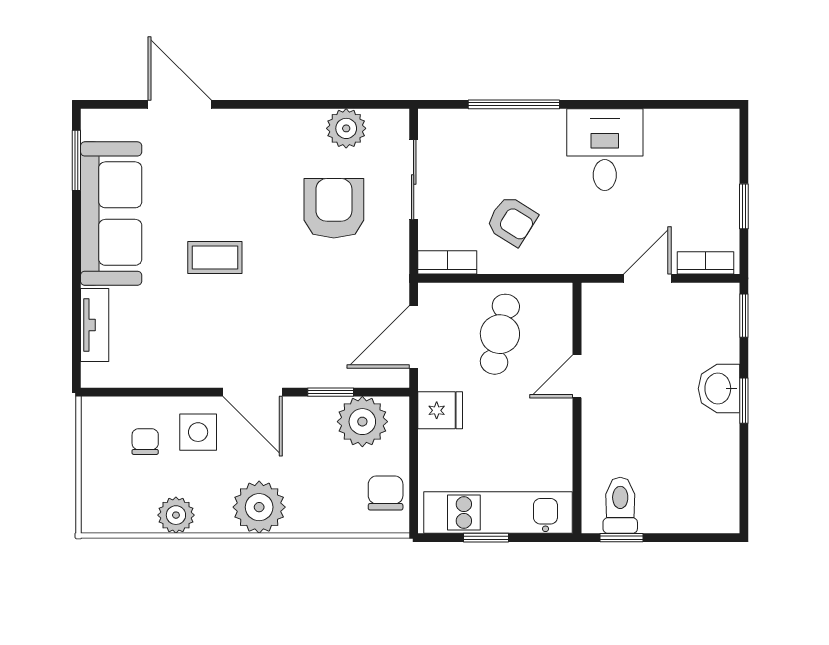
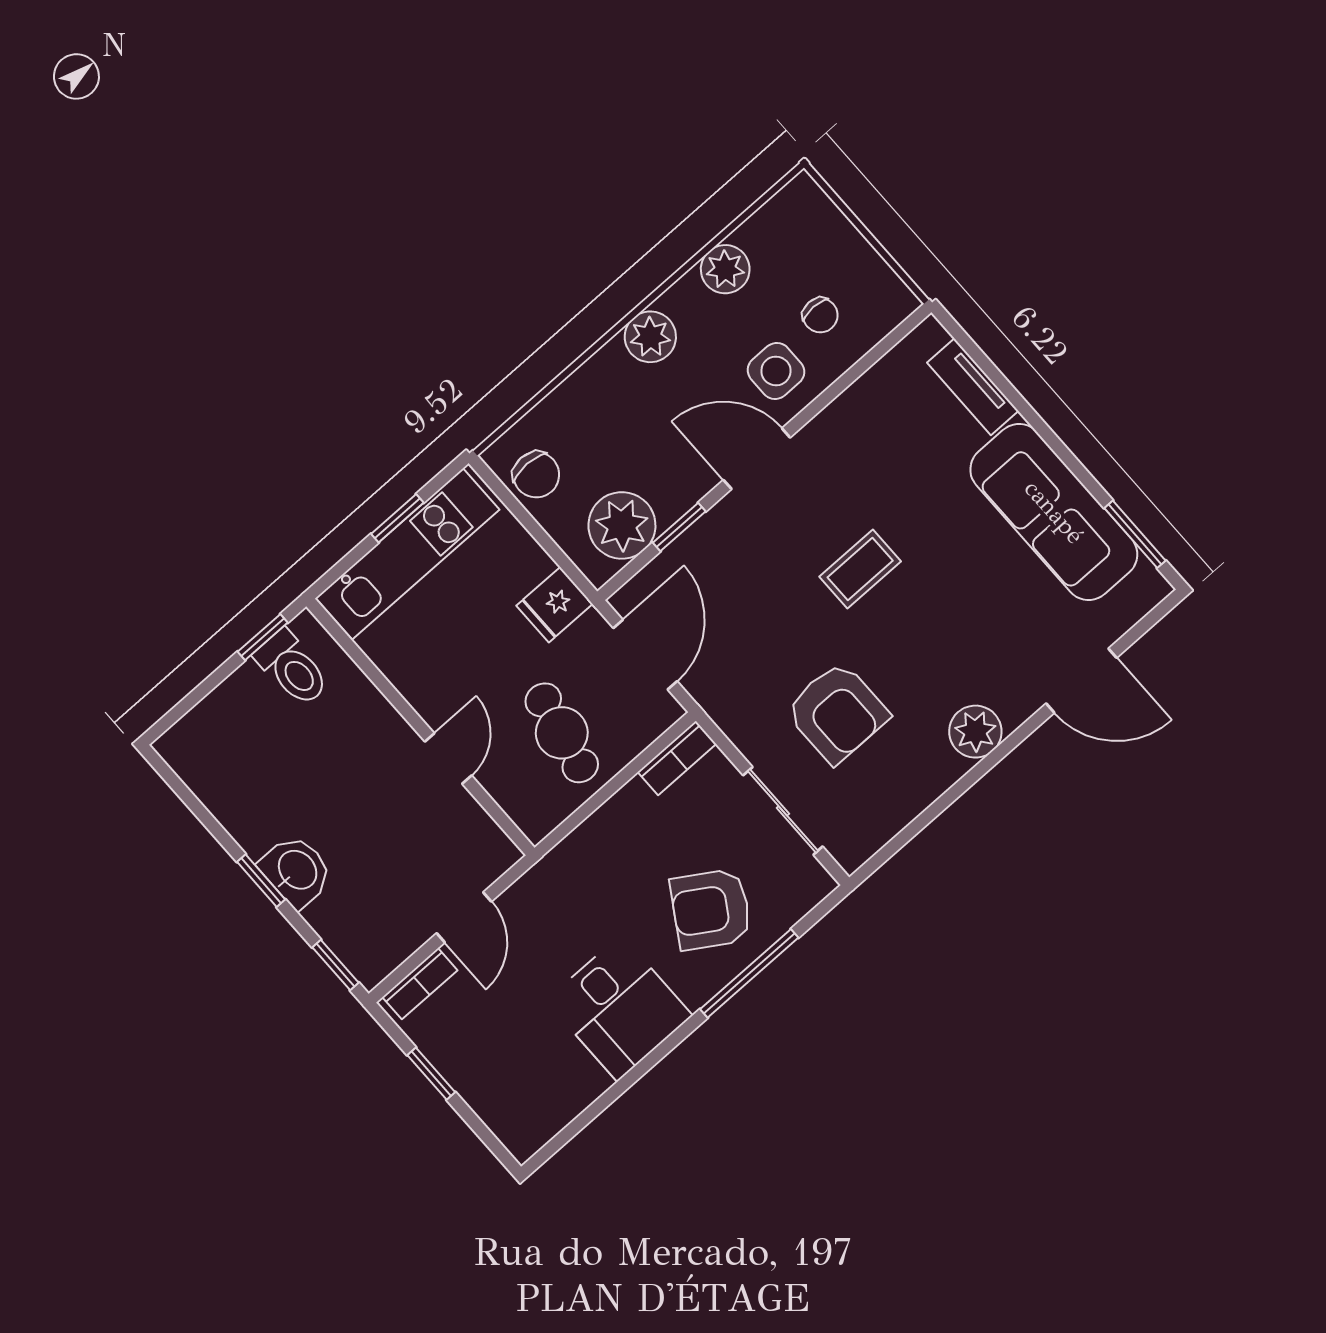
plant: (346, 128) -> (975, 732), moved
armchair: (512, 221) -> (711, 909), moved, width x1.38, depth x1.38
coffee table: (215, 258) -> (860, 569), moved
plant: (259, 507) -> (650, 337), width x0.73, depth x0.73

